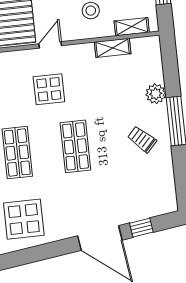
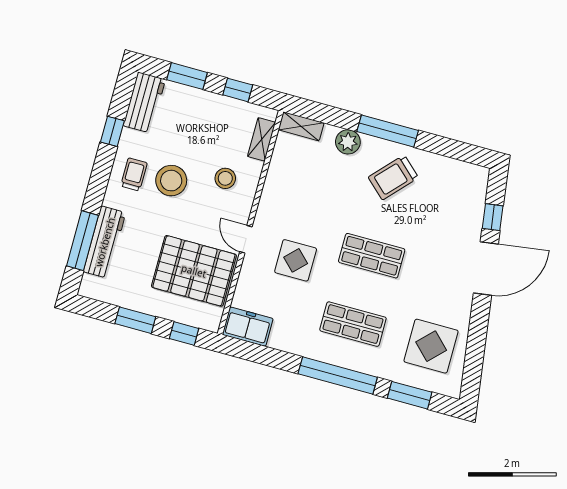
shelving: (113, 48) -> (301, 126), moved, turned 90
trolley: (142, 139) -> (393, 177), width x1.36, depth x1.39

